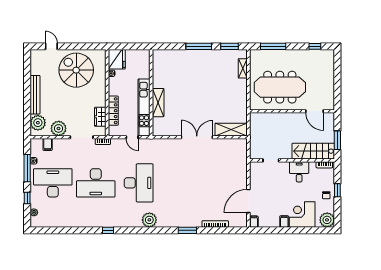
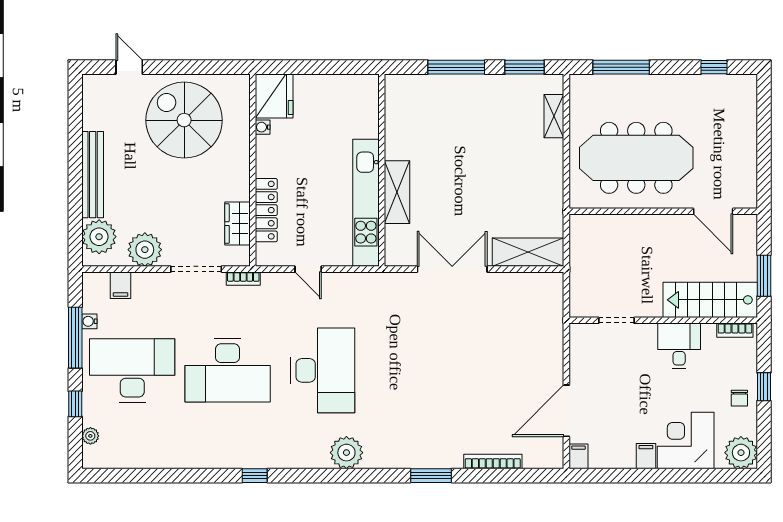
wall: (151, 93) -> (382, 170), moved
shelving: (158, 103) -> (397, 192), moved
kitchen unit: (144, 107) -> (366, 203), moved

